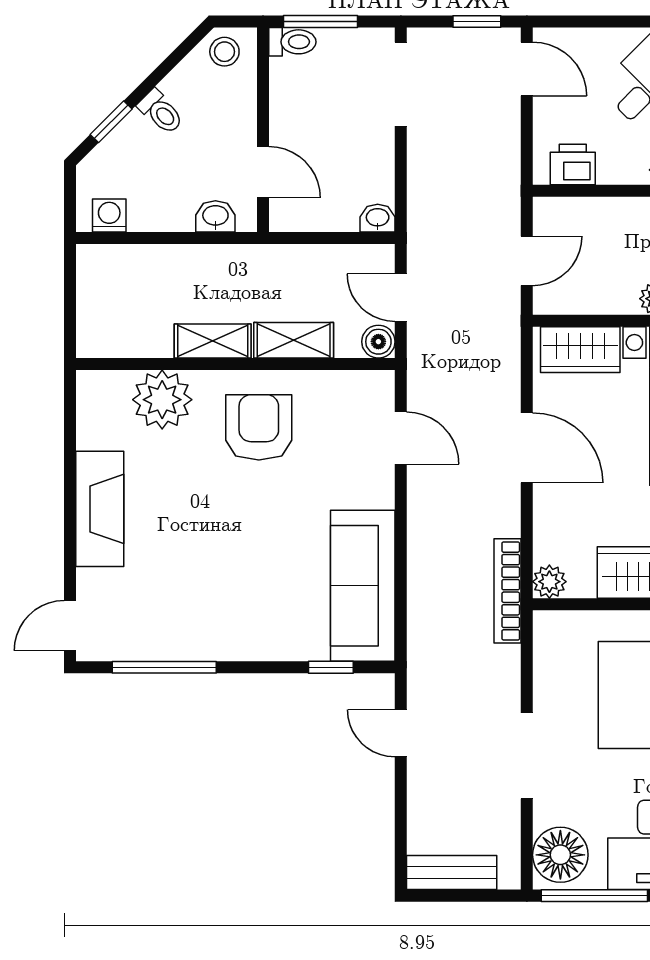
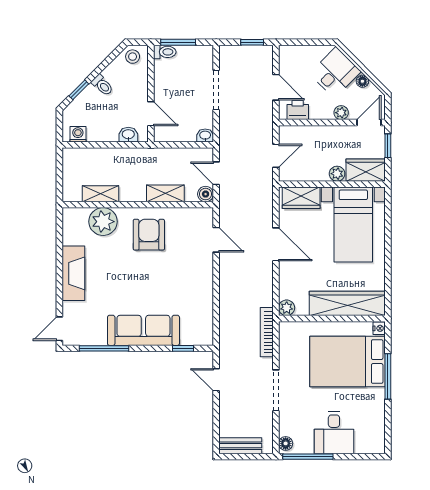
door: (527, 69) -> (276, 87), moved
doorway: (401, 84) -> (216, 90), moved
shelving: (213, 341) -> (101, 194), moved
sofa: (363, 586) -> (143, 330), moved, turned 90
bookcase: (508, 591) -> (267, 332), moved
floor lamp: (560, 855) -> (286, 443), width x0.53, depth x0.53

